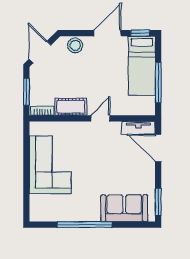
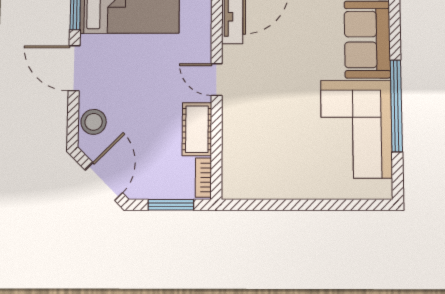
door: (40, 52) -> (104, 182), swing flipped
corner sofa: (50, 165) -> (356, 129), moved, turned -90

